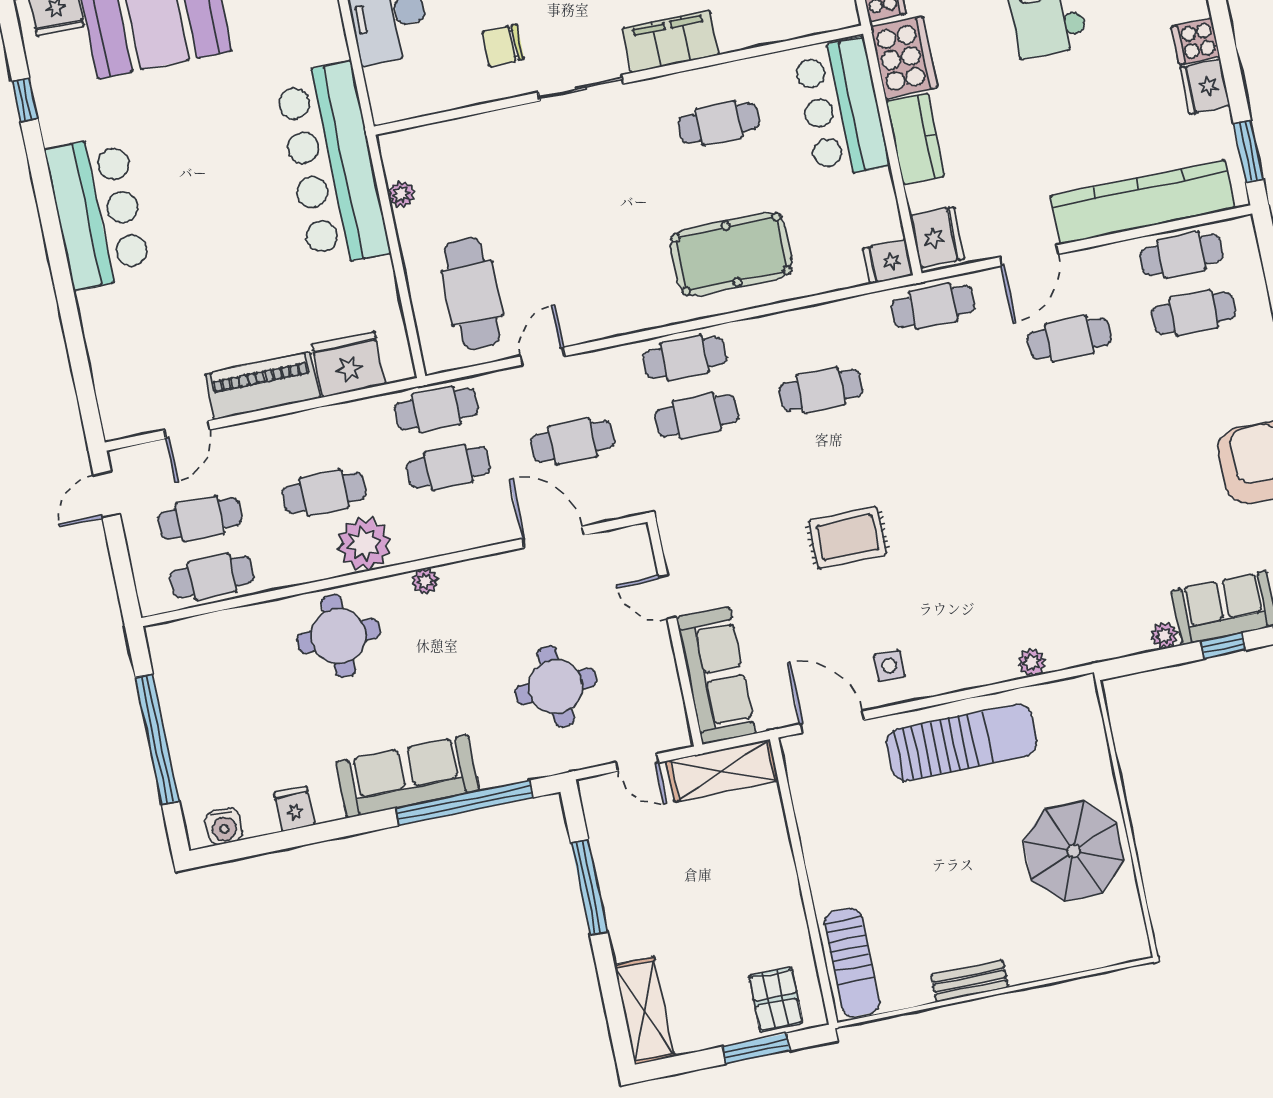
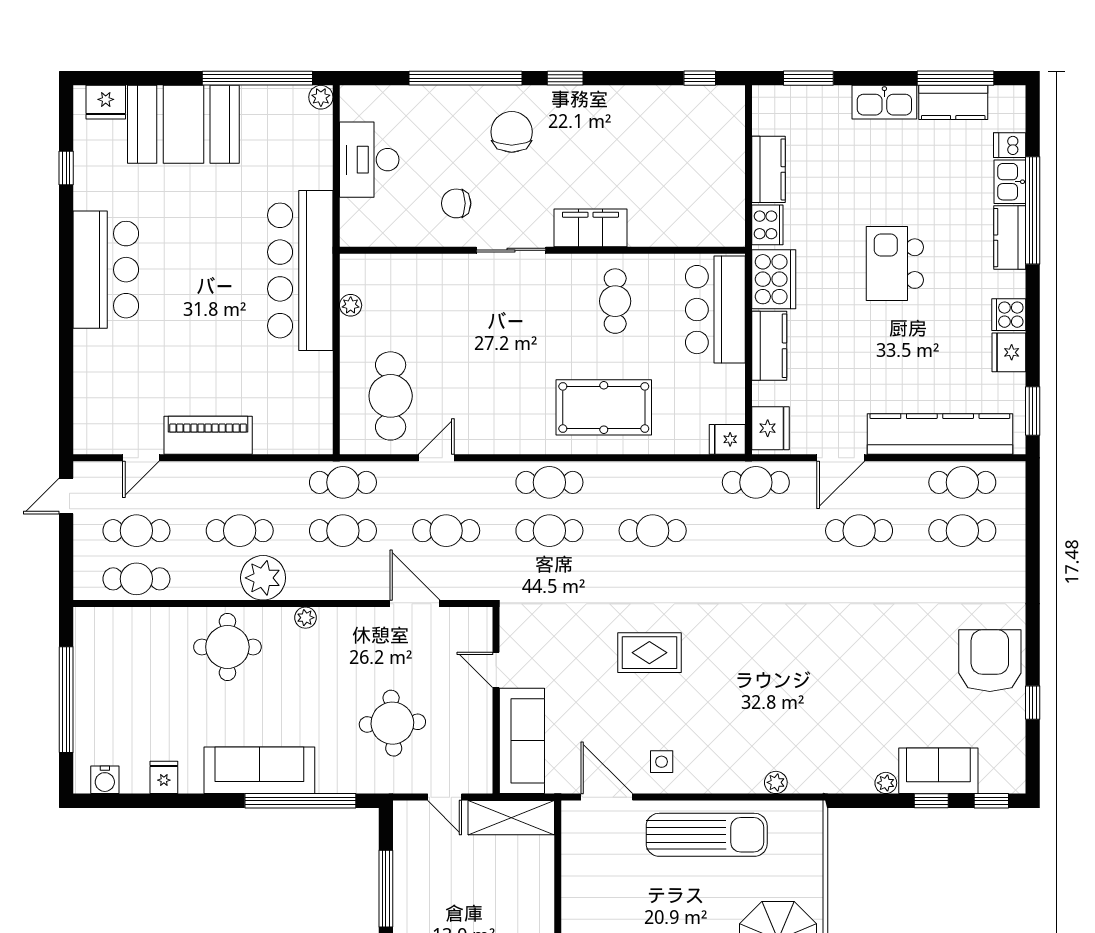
cafe table: (719, 123) -> (615, 301), turned 90
fridge: (349, 364) -> (280, 432), removed

